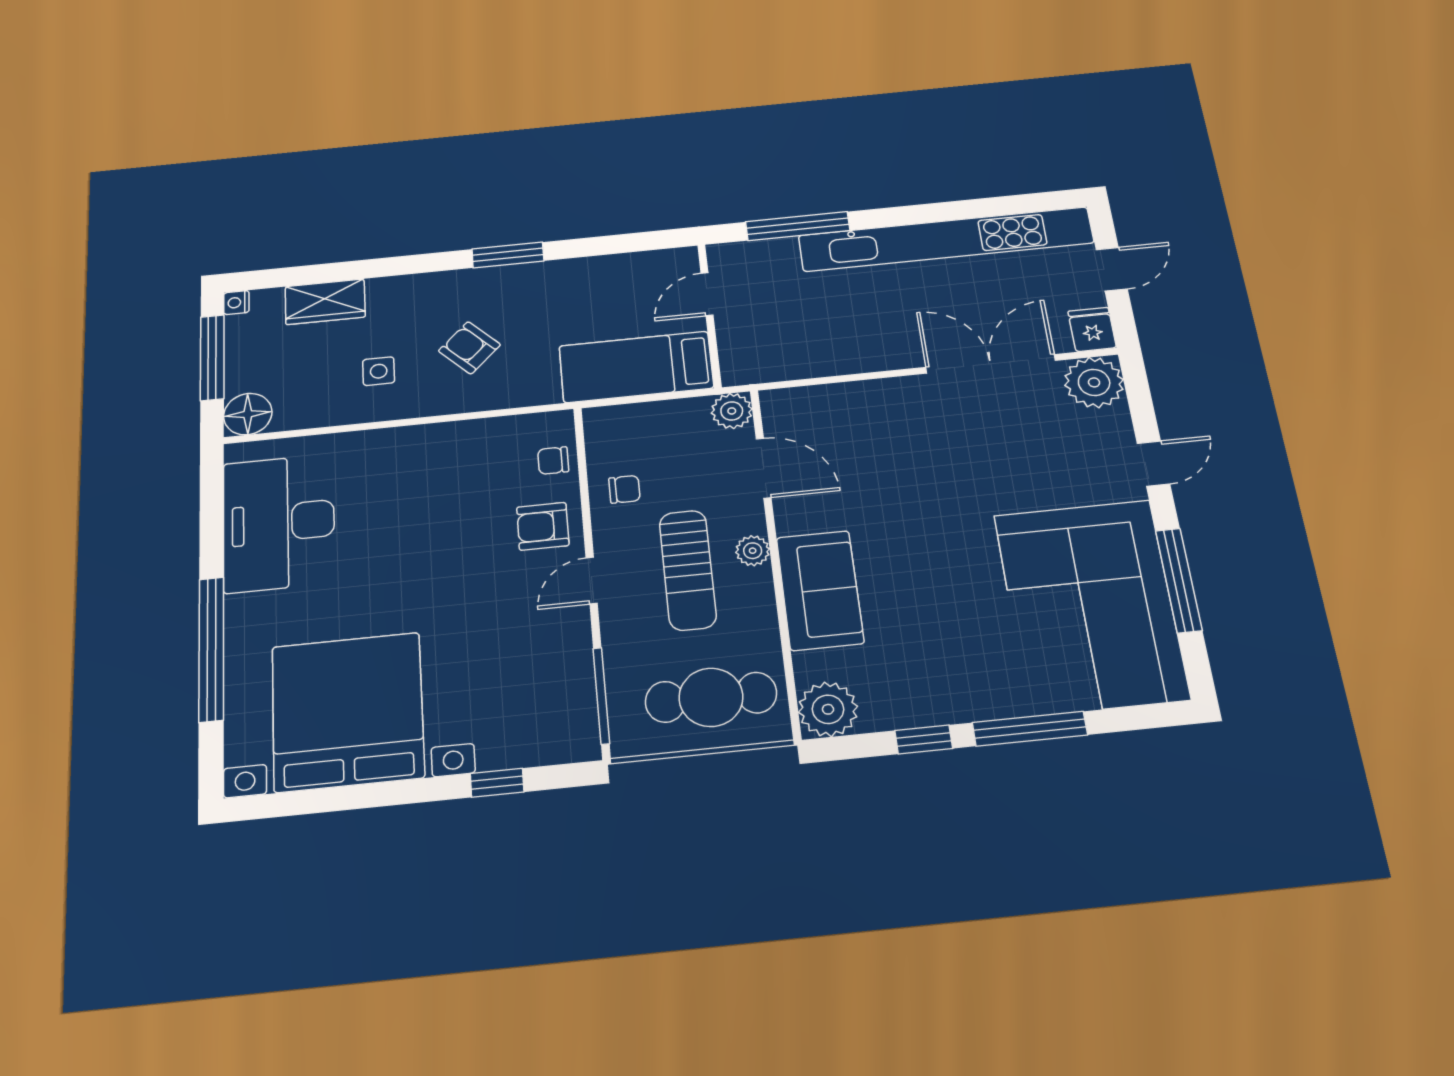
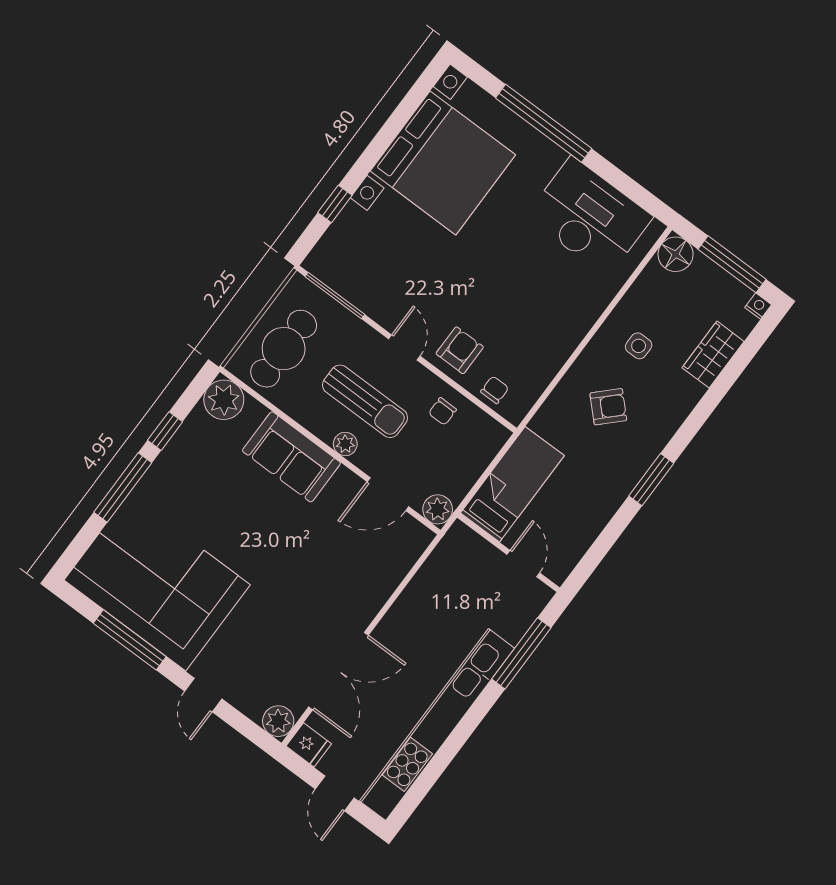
plant: (1094, 382) -> (278, 721), width x0.73, depth x0.73
sun lounger: (688, 570) -> (365, 401), turned 180

